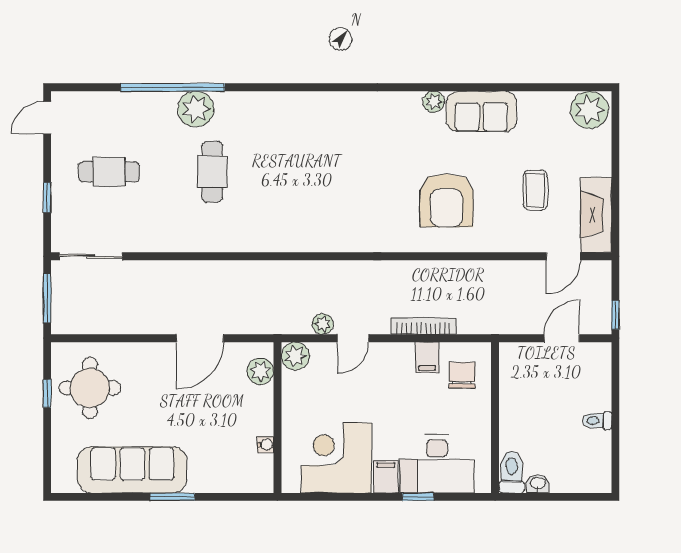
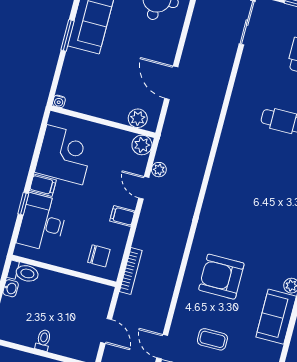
bookcase: (424, 326) -> (131, 271), moved
filing cabinet: (427, 357) -> (122, 216), moved
water cooler: (265, 445) -> (59, 101), moved

